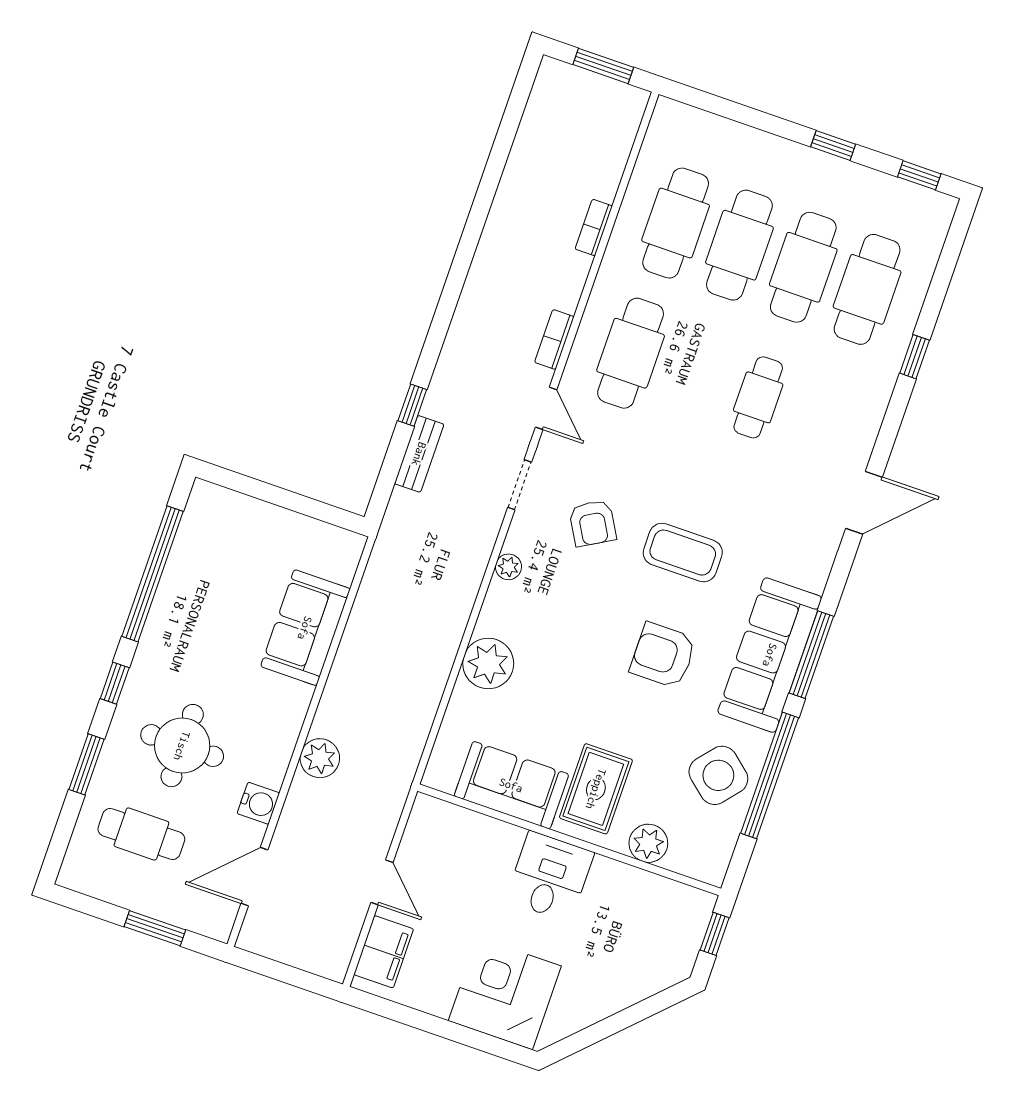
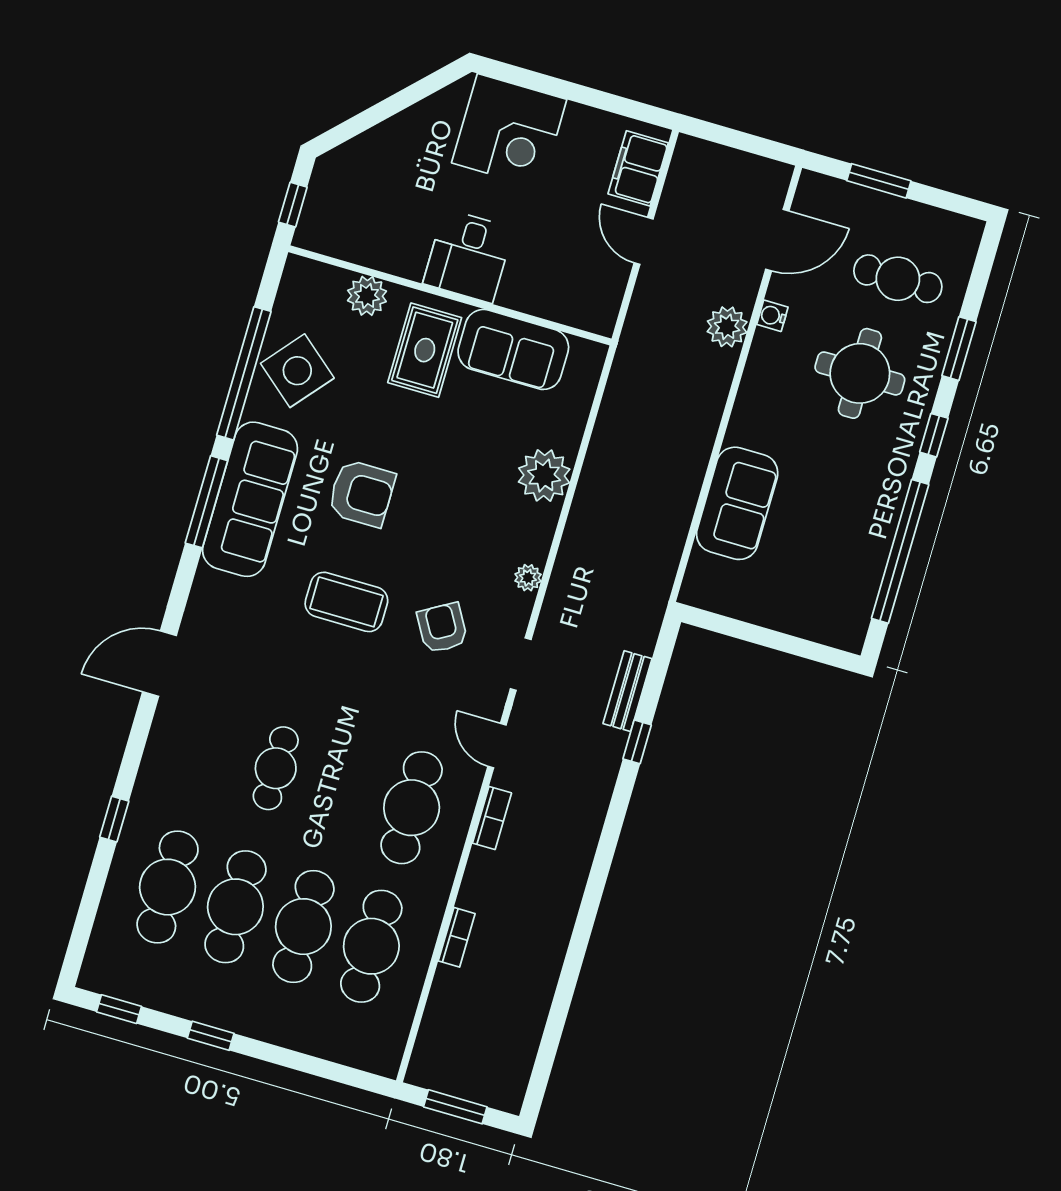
plant: (320, 758) -> (727, 327), moved
water cooler: (258, 803) -> (772, 316), width x0.72, depth x0.72

